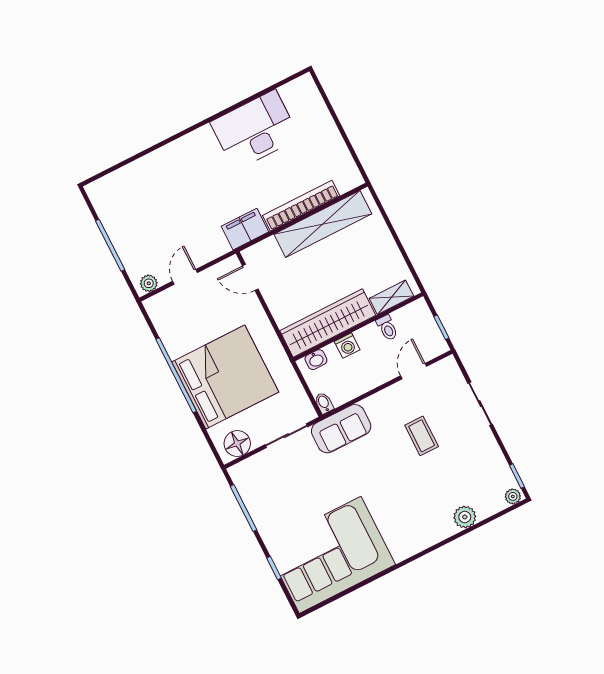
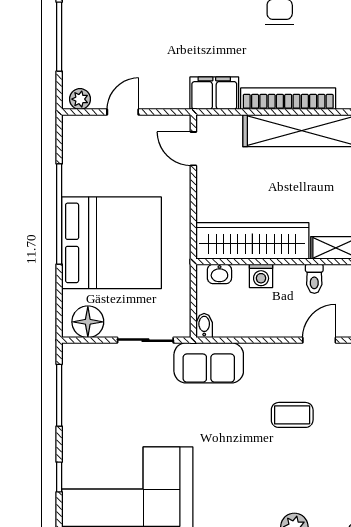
coffee table: (422, 436) -> (292, 415), turned 90

